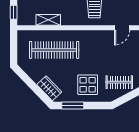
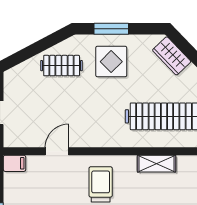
shelving: (48, 20) -> (157, 164), moved
window: (73, 105) -> (111, 29), moved

